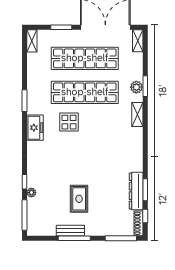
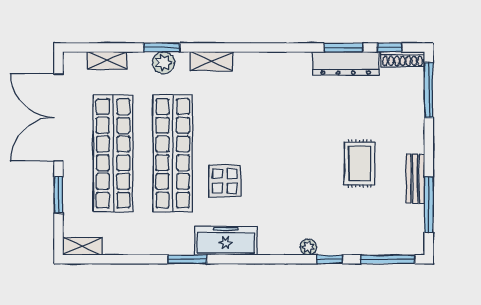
shelving: (138, 41) -> (107, 60), moved
freezer: (35, 128) -> (226, 241), width x1.40
plant: (31, 193) -> (308, 247), moved
rug: (79, 199) -> (360, 163), turned 90
window: (74, 238) -> (429, 205), moved

